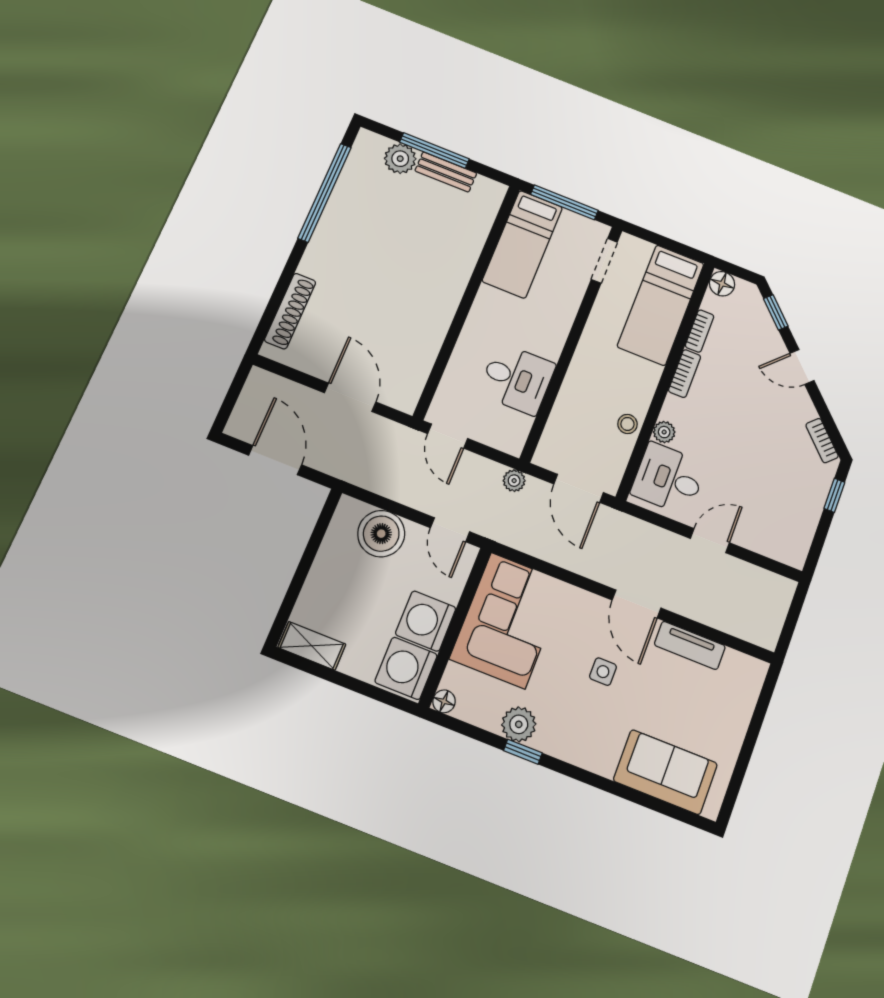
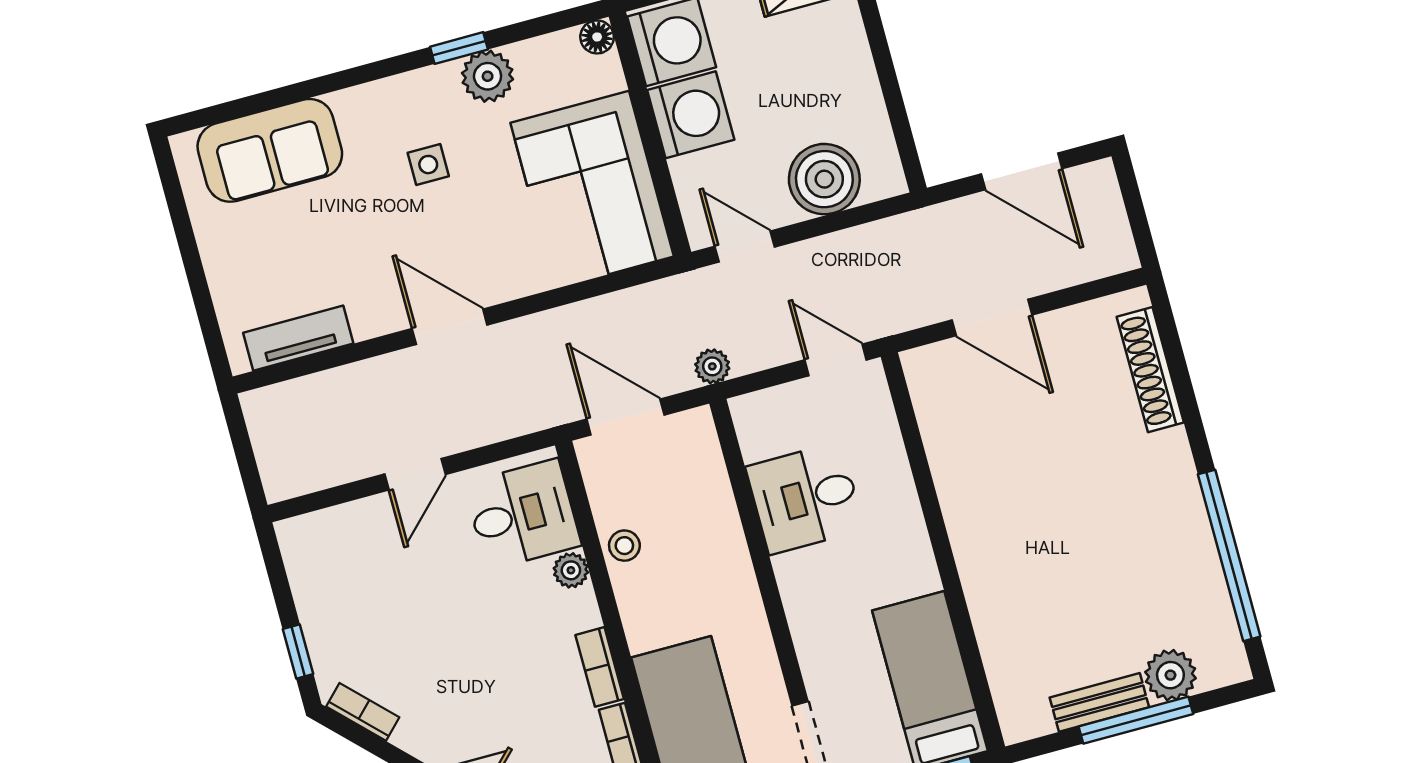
tv unit: (690, 645) -> (298, 338), moved
side table: (603, 672) -> (428, 165), moved

